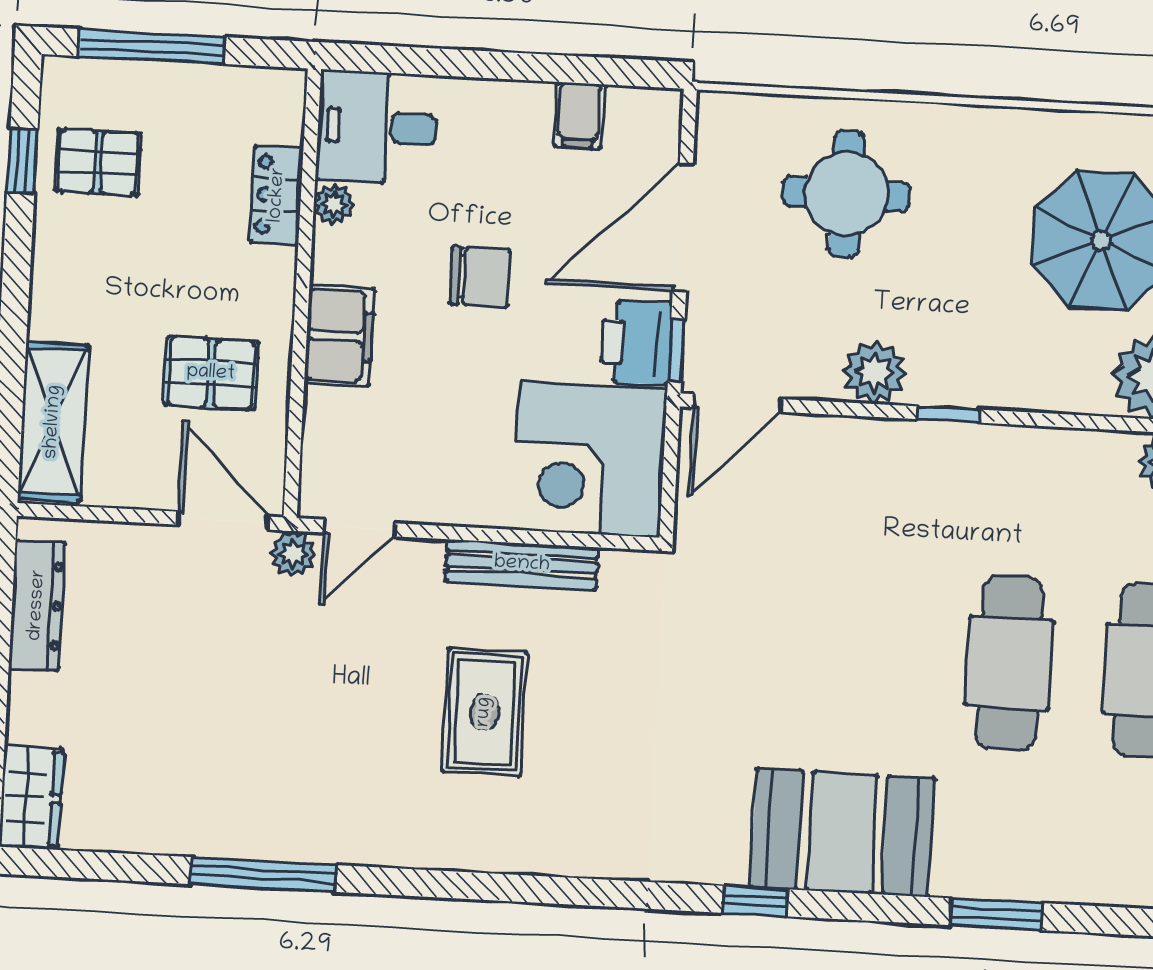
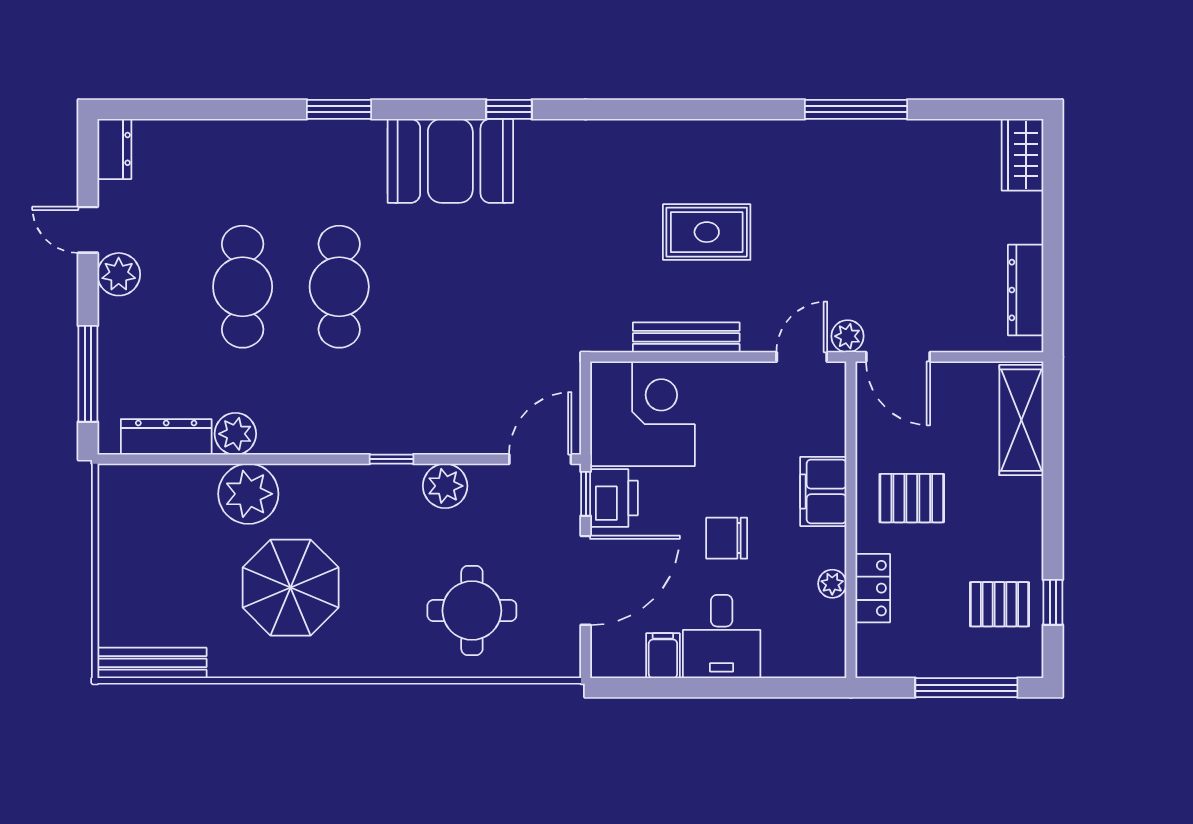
desk: (377, 127) -> (722, 637), moved, turned 90
pallet: (211, 373) -> (912, 498), moved
rug: (484, 712) -> (707, 232), turned 90

